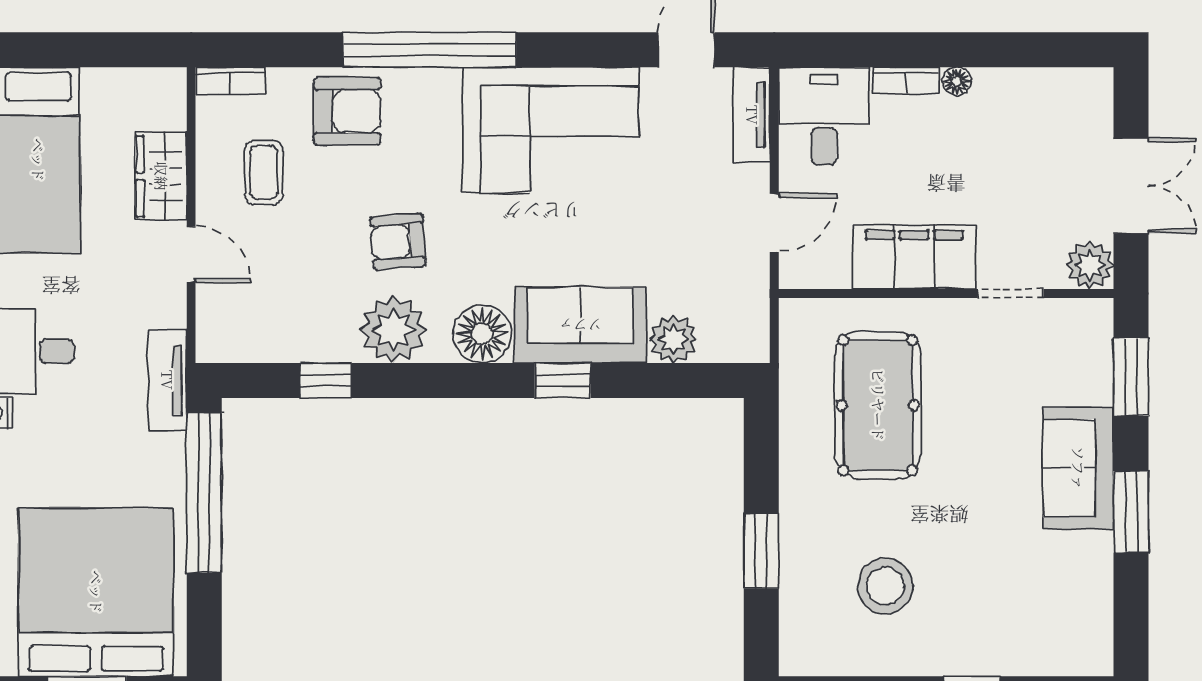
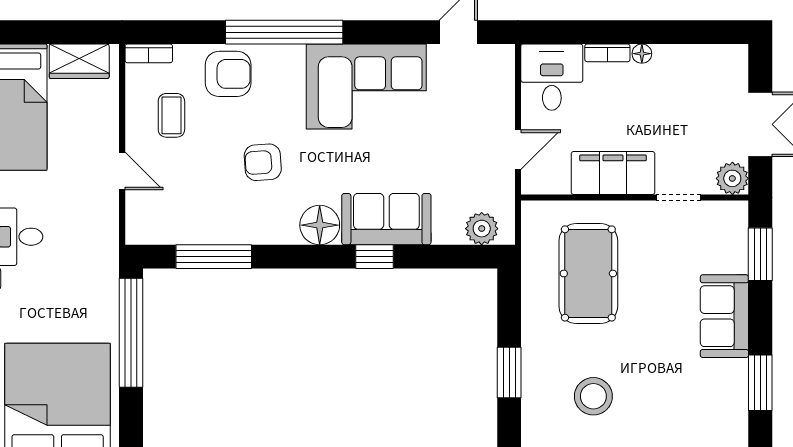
tv unit: (752, 115) -> (503, 76), removed
wardrobe: (161, 176) -> (79, 61), moved, turned -90
plant: (393, 330) -> (259, 222), removed
plant: (673, 339) -> (482, 229), moved
tv unit: (167, 380) -> (106, 256), removed
window: (326, 380) -> (214, 257), width x2.17
window: (1131, 512) -> (760, 383), moved

